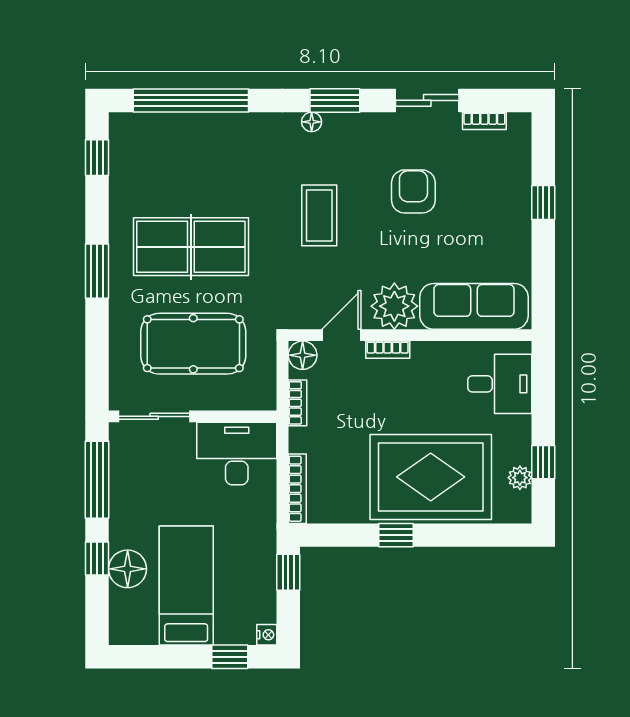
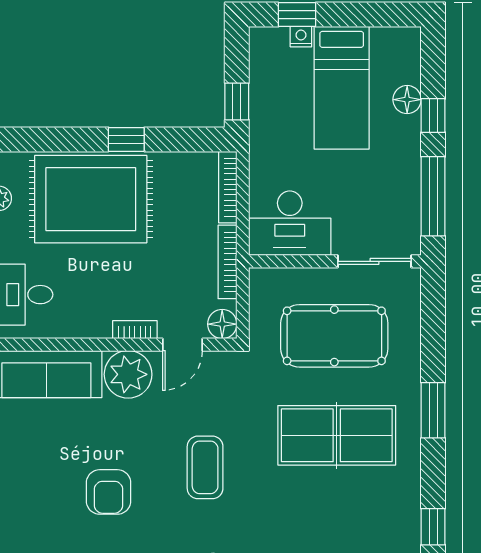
bookcase: (297, 403) -> (227, 262), width x1.56
floor lamp: (128, 569) -> (407, 100), width x0.73, depth x0.73
nightstand: (267, 635) -> (301, 37), moved, turned 90

